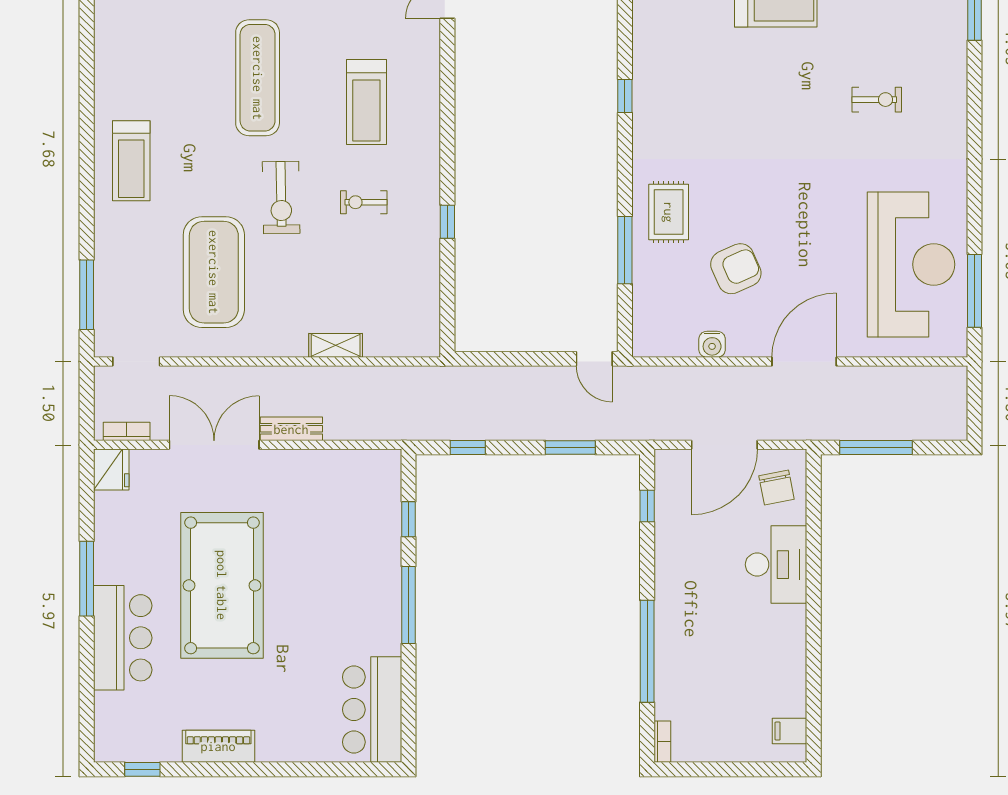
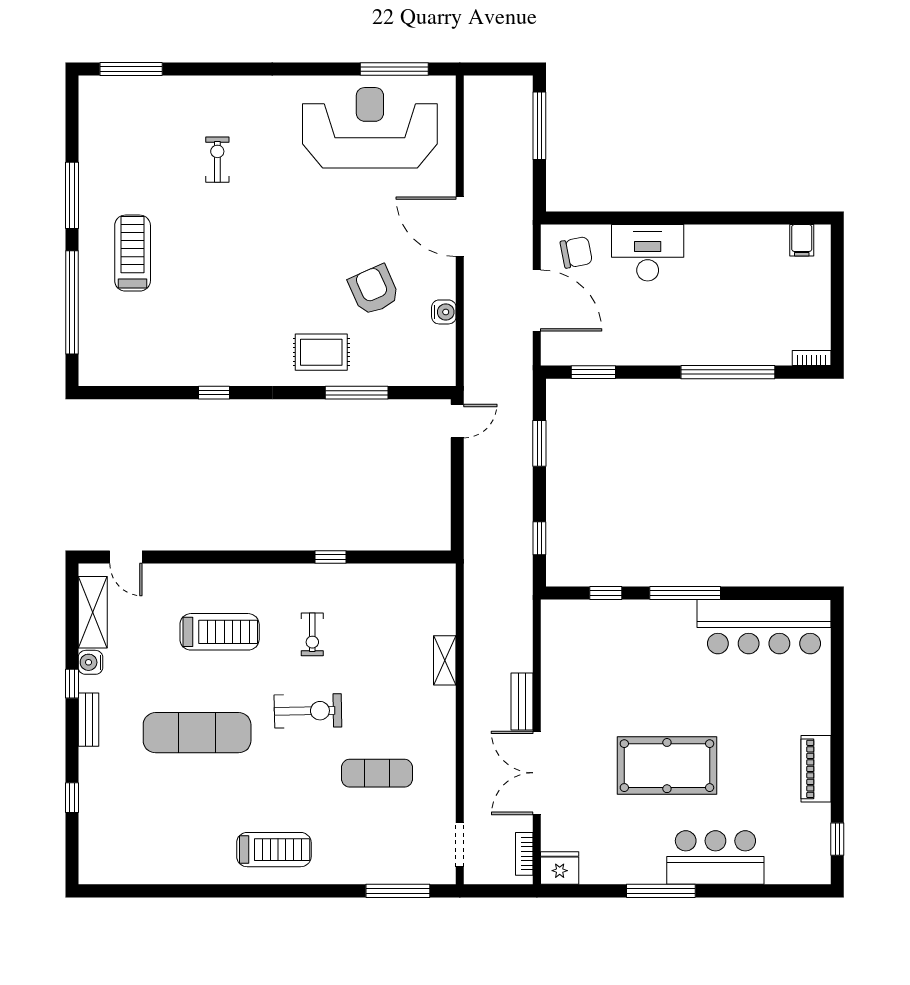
exercise mat: (214, 272) -> (377, 773), width x0.50, depth x0.69
window: (876, 448) -> (539, 126), moved
window: (647, 506) -> (593, 372), width x1.50
pool table: (222, 585) -> (667, 766), width x0.73, depth x0.76
bar counter: (372, 710) -> (764, 627), width x1.36

